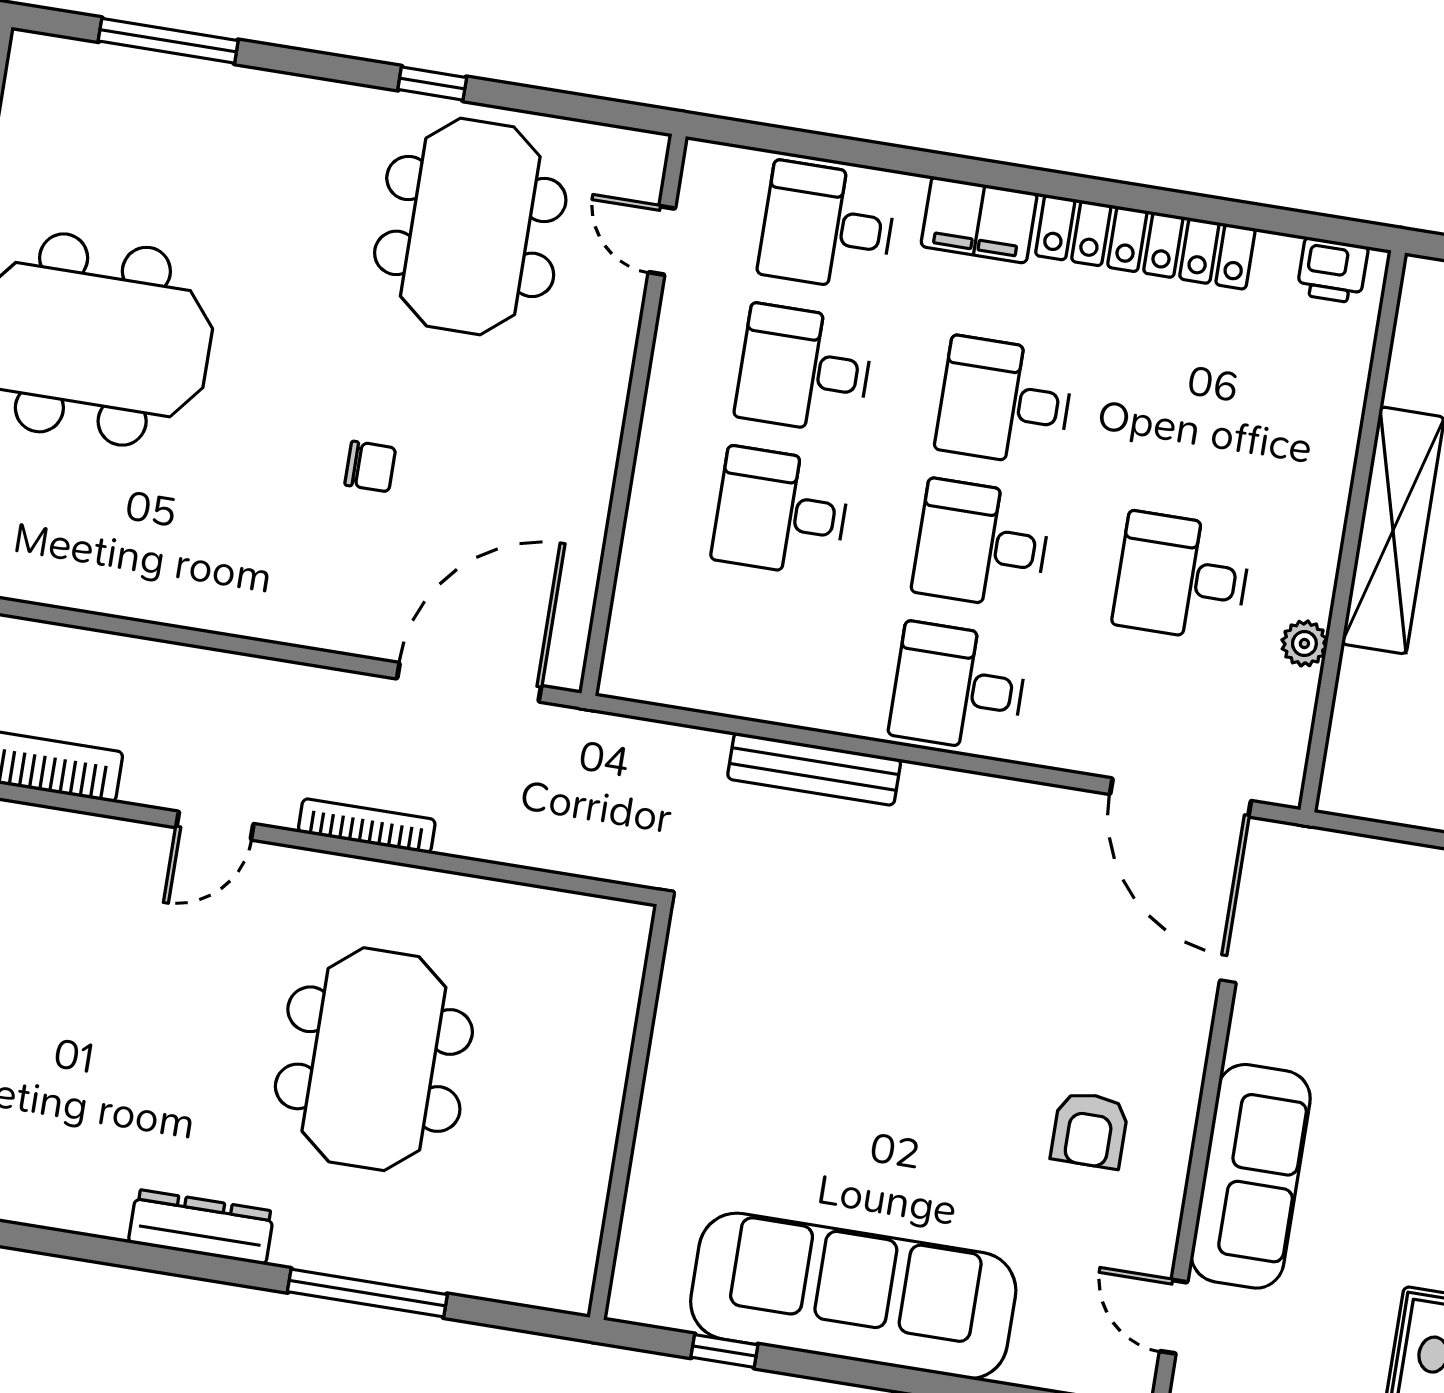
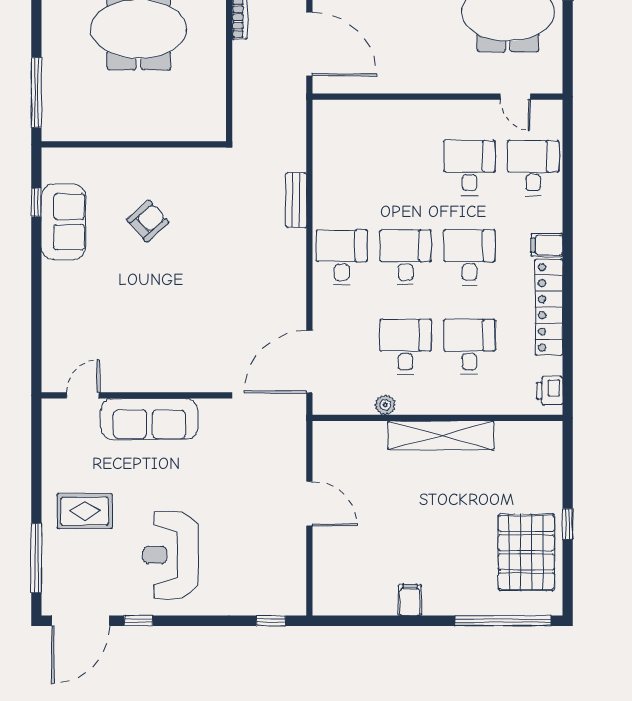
filing cabinet: (979, 220) -> (547, 245), width x0.50
door: (662, 240) -> (515, 97), swing flipped
desk: (781, 512) -> (469, 347), moved
bench: (814, 769) -> (296, 200), width x0.73
armchair: (1090, 1130) -> (148, 221), moved, turned 139
window: (367, 1293) -> (36, 92), moved
sofa: (853, 1296) -> (63, 222), width x0.54, depth x0.79

